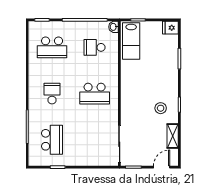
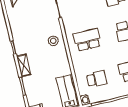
stool: (161, 108) -> (53, 41), moved
shelving: (173, 136) -> (24, 65), moved

